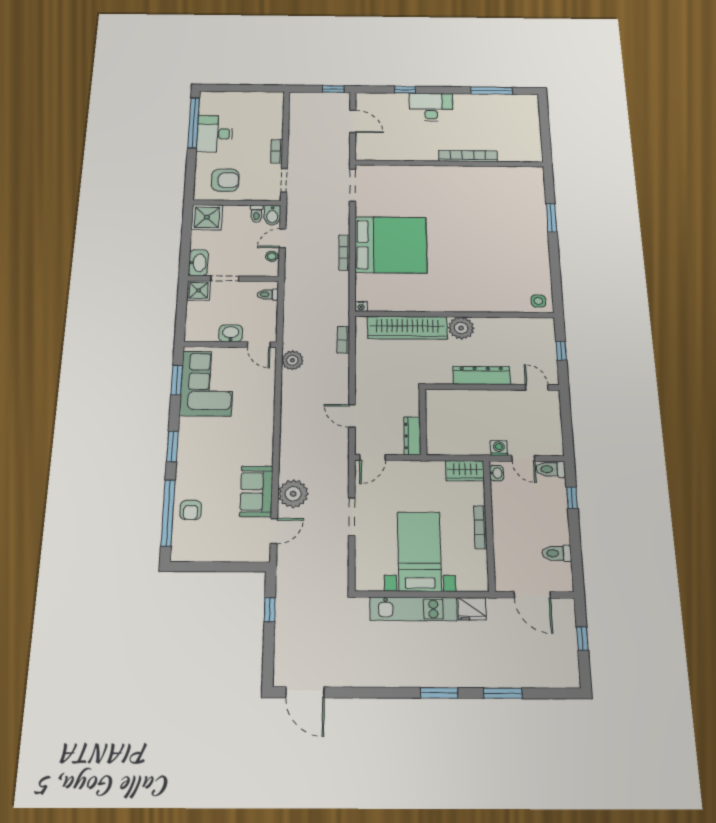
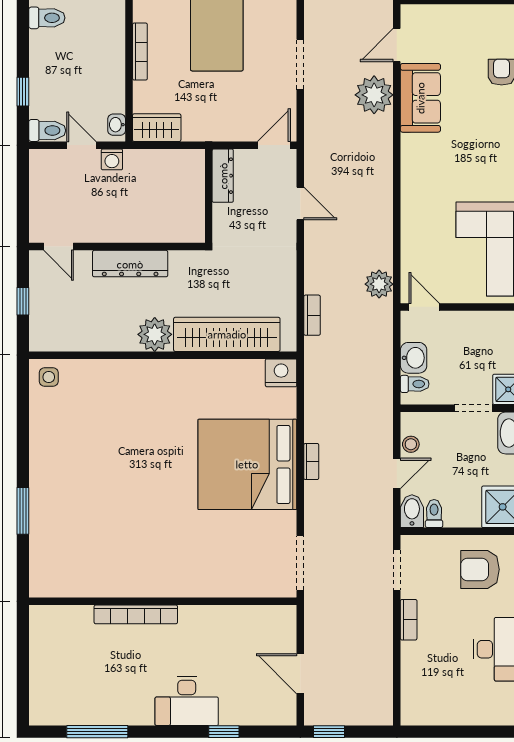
bookcase: (344, 253) -> (311, 461), width x0.64
nightstand: (361, 306) -> (281, 373), width x1.89, depth x1.79
washbasin: (231, 333) -> (414, 358), moved, turned -90

